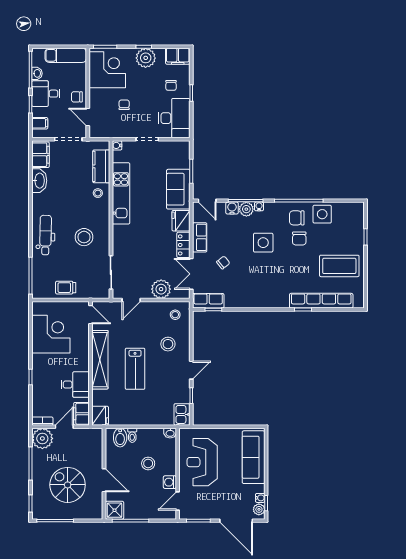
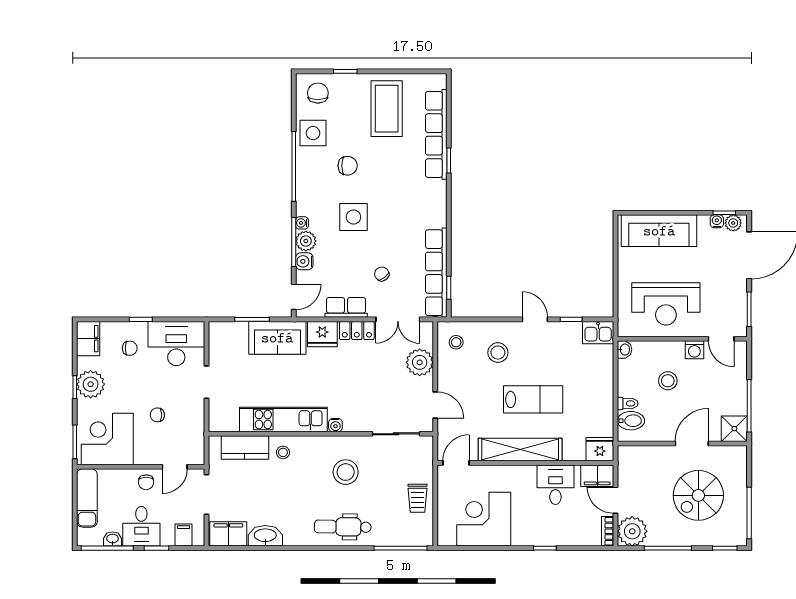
water cooler: (117, 145) -> (335, 425), moved
chair: (297, 218) -> (318, 93), moved, turned 180
row of seats: (208, 301) -> (436, 273), width x2.02

